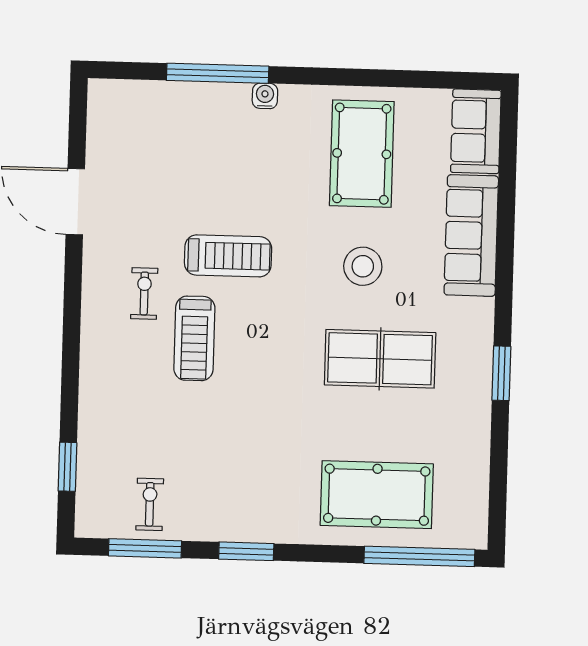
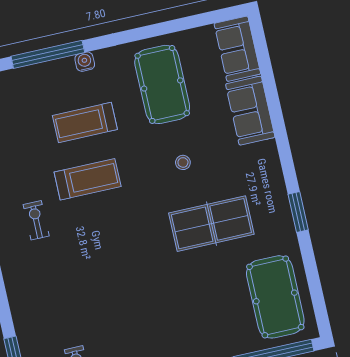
sofa: (471, 235) -> (250, 111), width x0.73
stool: (363, 266) -> (183, 162), width x0.53, depth x0.53
treadmill: (194, 338) -> (85, 122), moved, turned 90
pool table: (377, 495) -> (275, 297), moved, turned 90

